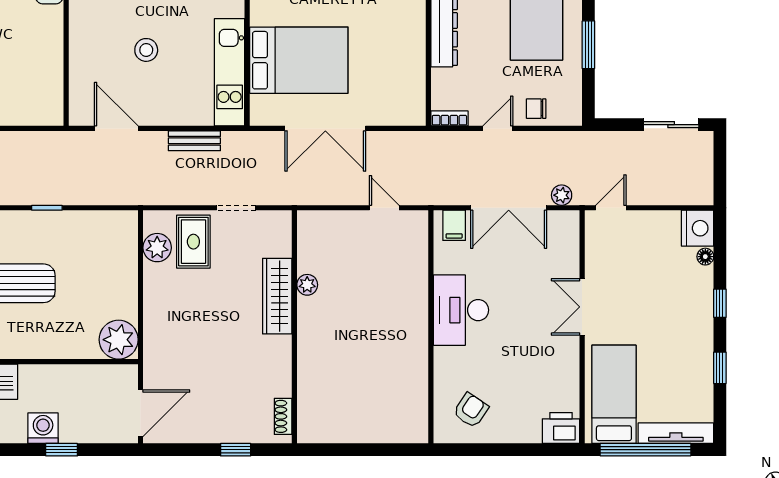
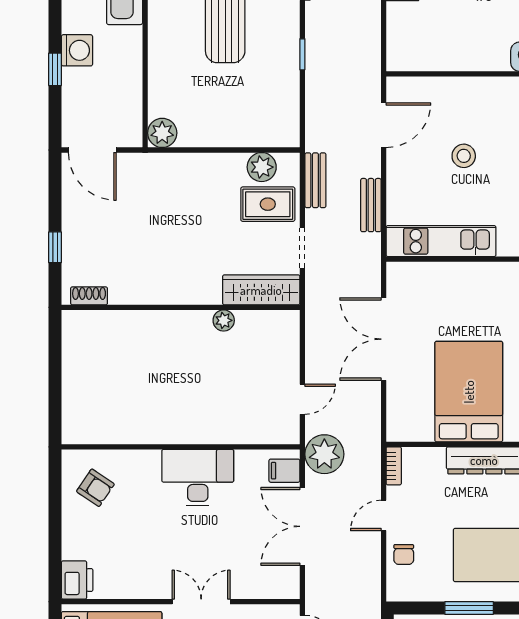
bed: (299, 60) -> (469, 392), moved, turned 180
chair: (536, 109) -> (404, 554), turned 180
door: (498, 128) -> (384, 515), swing flipped
bench: (170, 195) -> (315, 180), added
plant: (562, 195) -> (324, 454), moved, width x1.88, depth x1.88
wardrobe: (277, 296) -> (261, 290), moved
plant: (119, 340) -> (162, 133), width x0.73, depth x0.73

